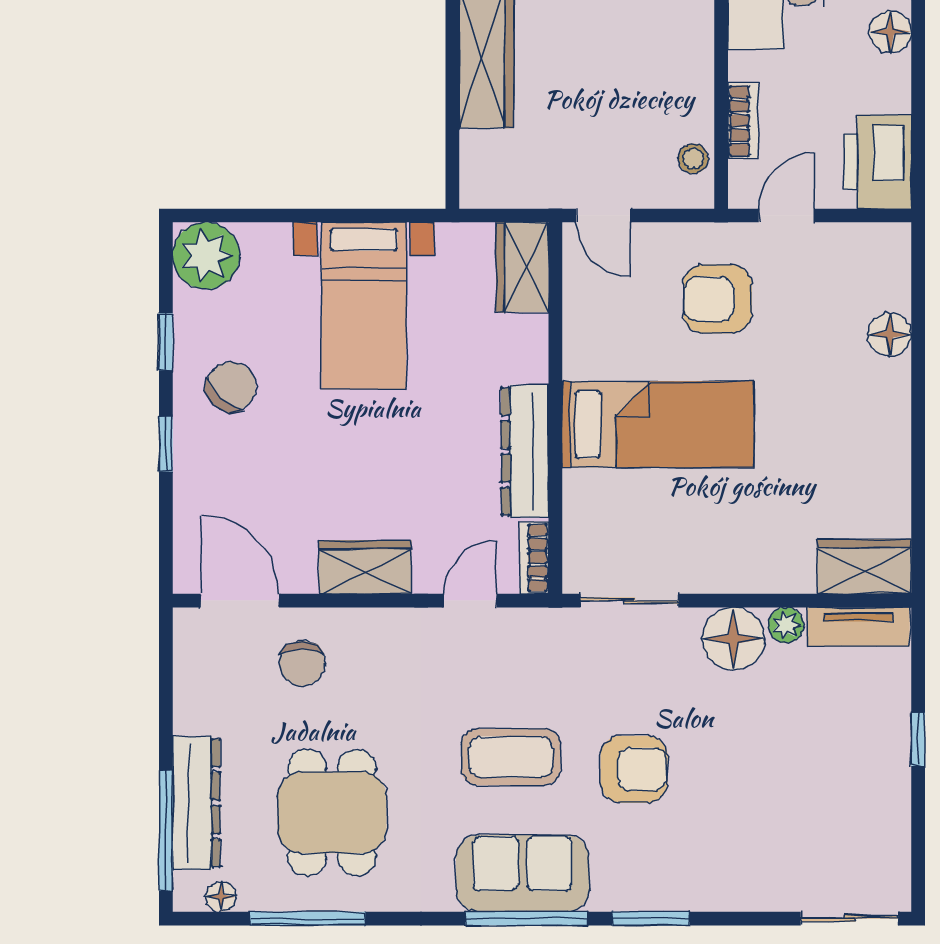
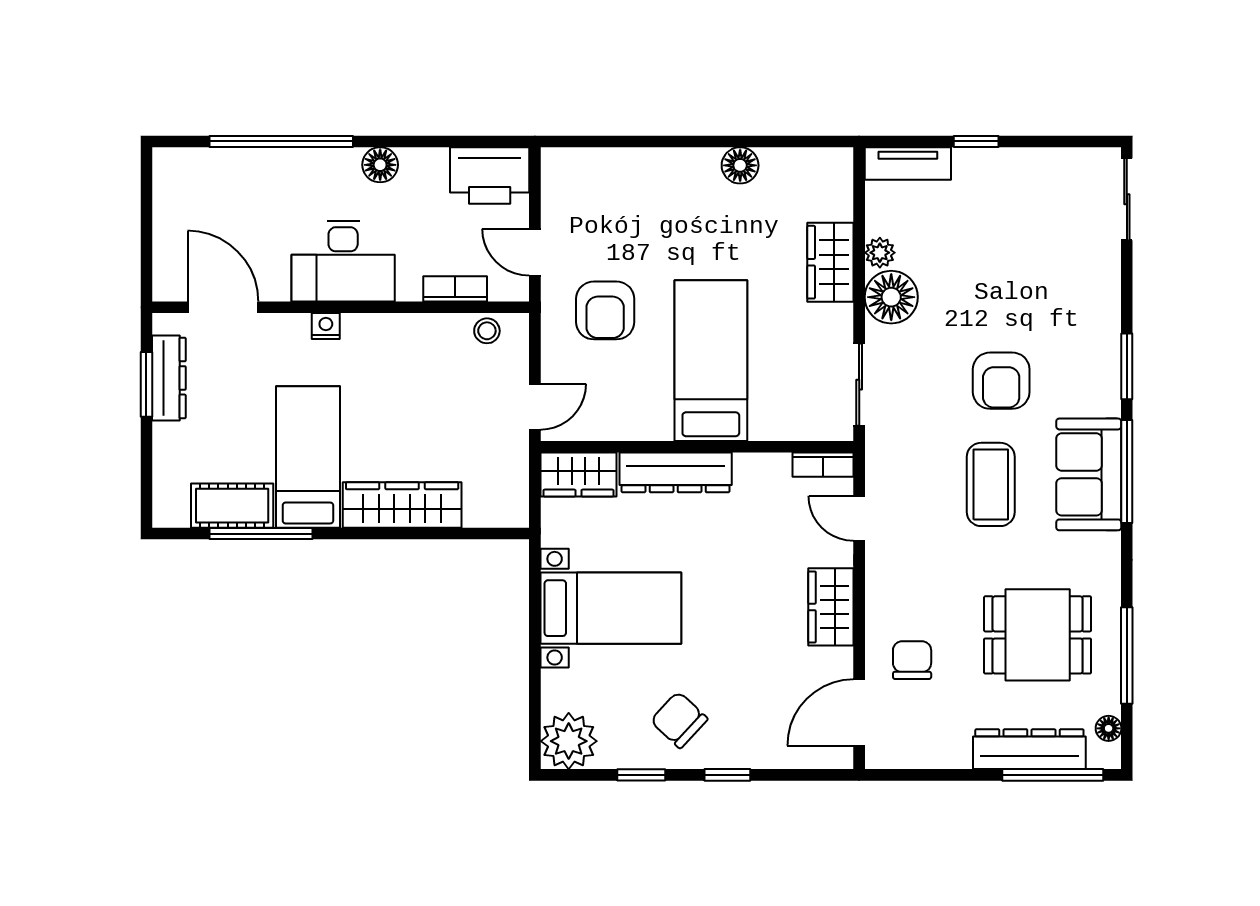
floor lamp: (890, 334) -> (740, 165), moved
dresser: (525, 451) -> (676, 472), moved
wardrobe: (864, 567) -> (830, 262), moved
tv unit: (858, 627) -> (908, 163), moved, turned 90
chair: (302, 663) -> (912, 660), turned -90
armchair: (634, 769) -> (1001, 381), turned 180

